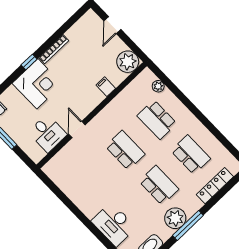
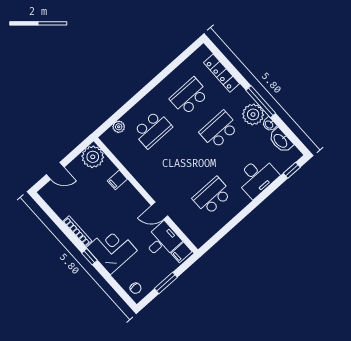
school desk: (125, 150) -> (212, 196), moved
filing cabinet: (37, 153) -> (182, 252), added
washbasin: (166, 234) -> (269, 124), added

